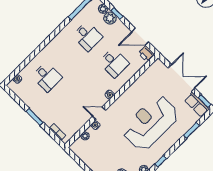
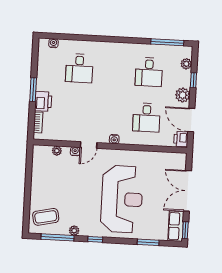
plant: (110, 18) -> (183, 95), moved
double door: (182, 78) -> (187, 191), swing flipped
door: (99, 113) -> (89, 145), swing flipped
printer: (47, 117) -> (43, 101), added
reception desk: (150, 123) -> (122, 199), turned 90

